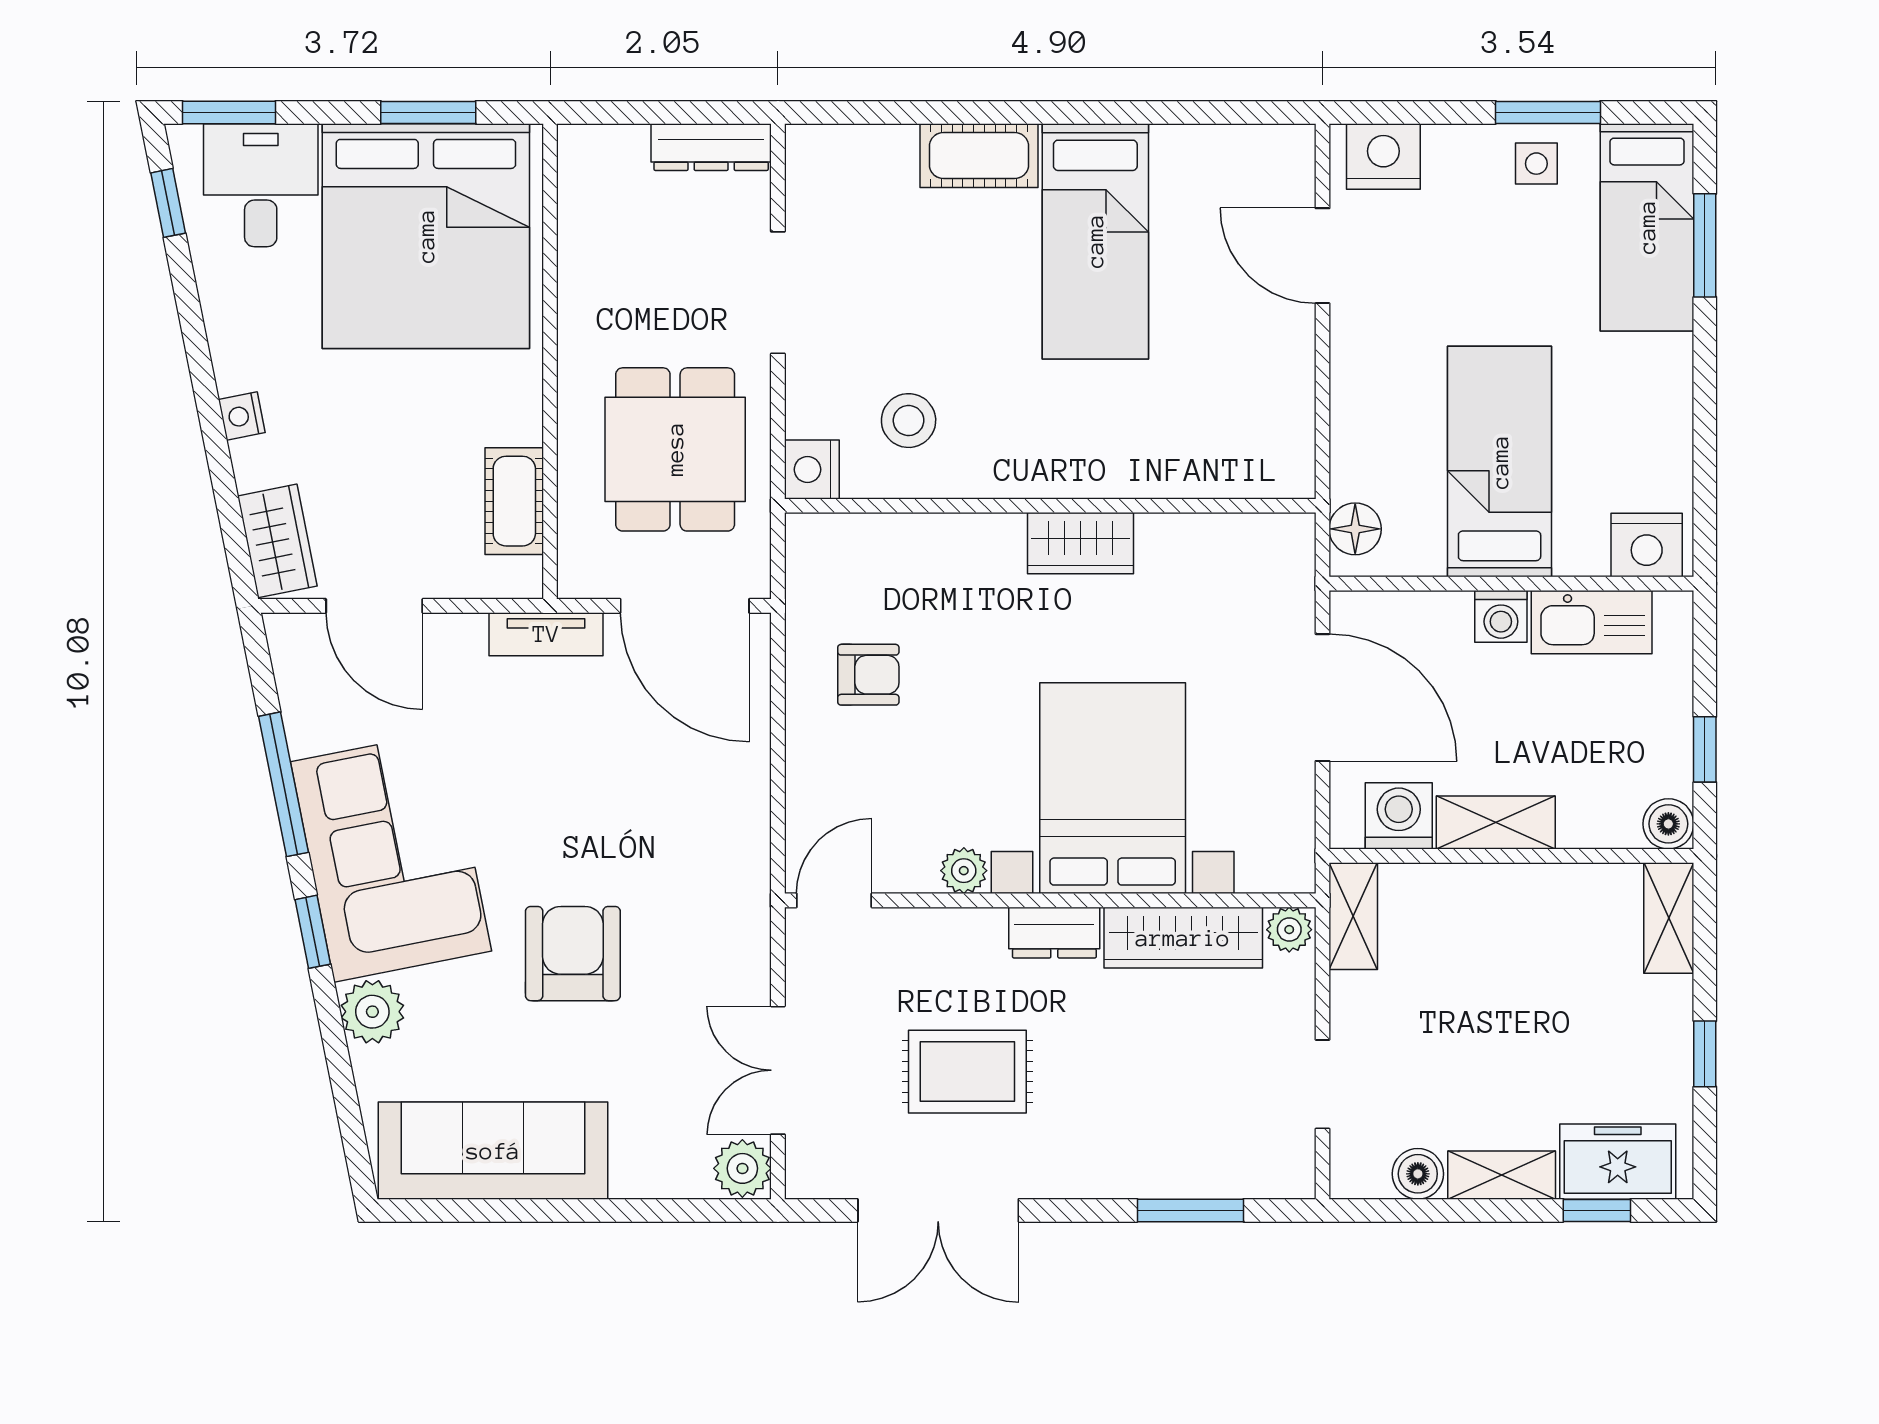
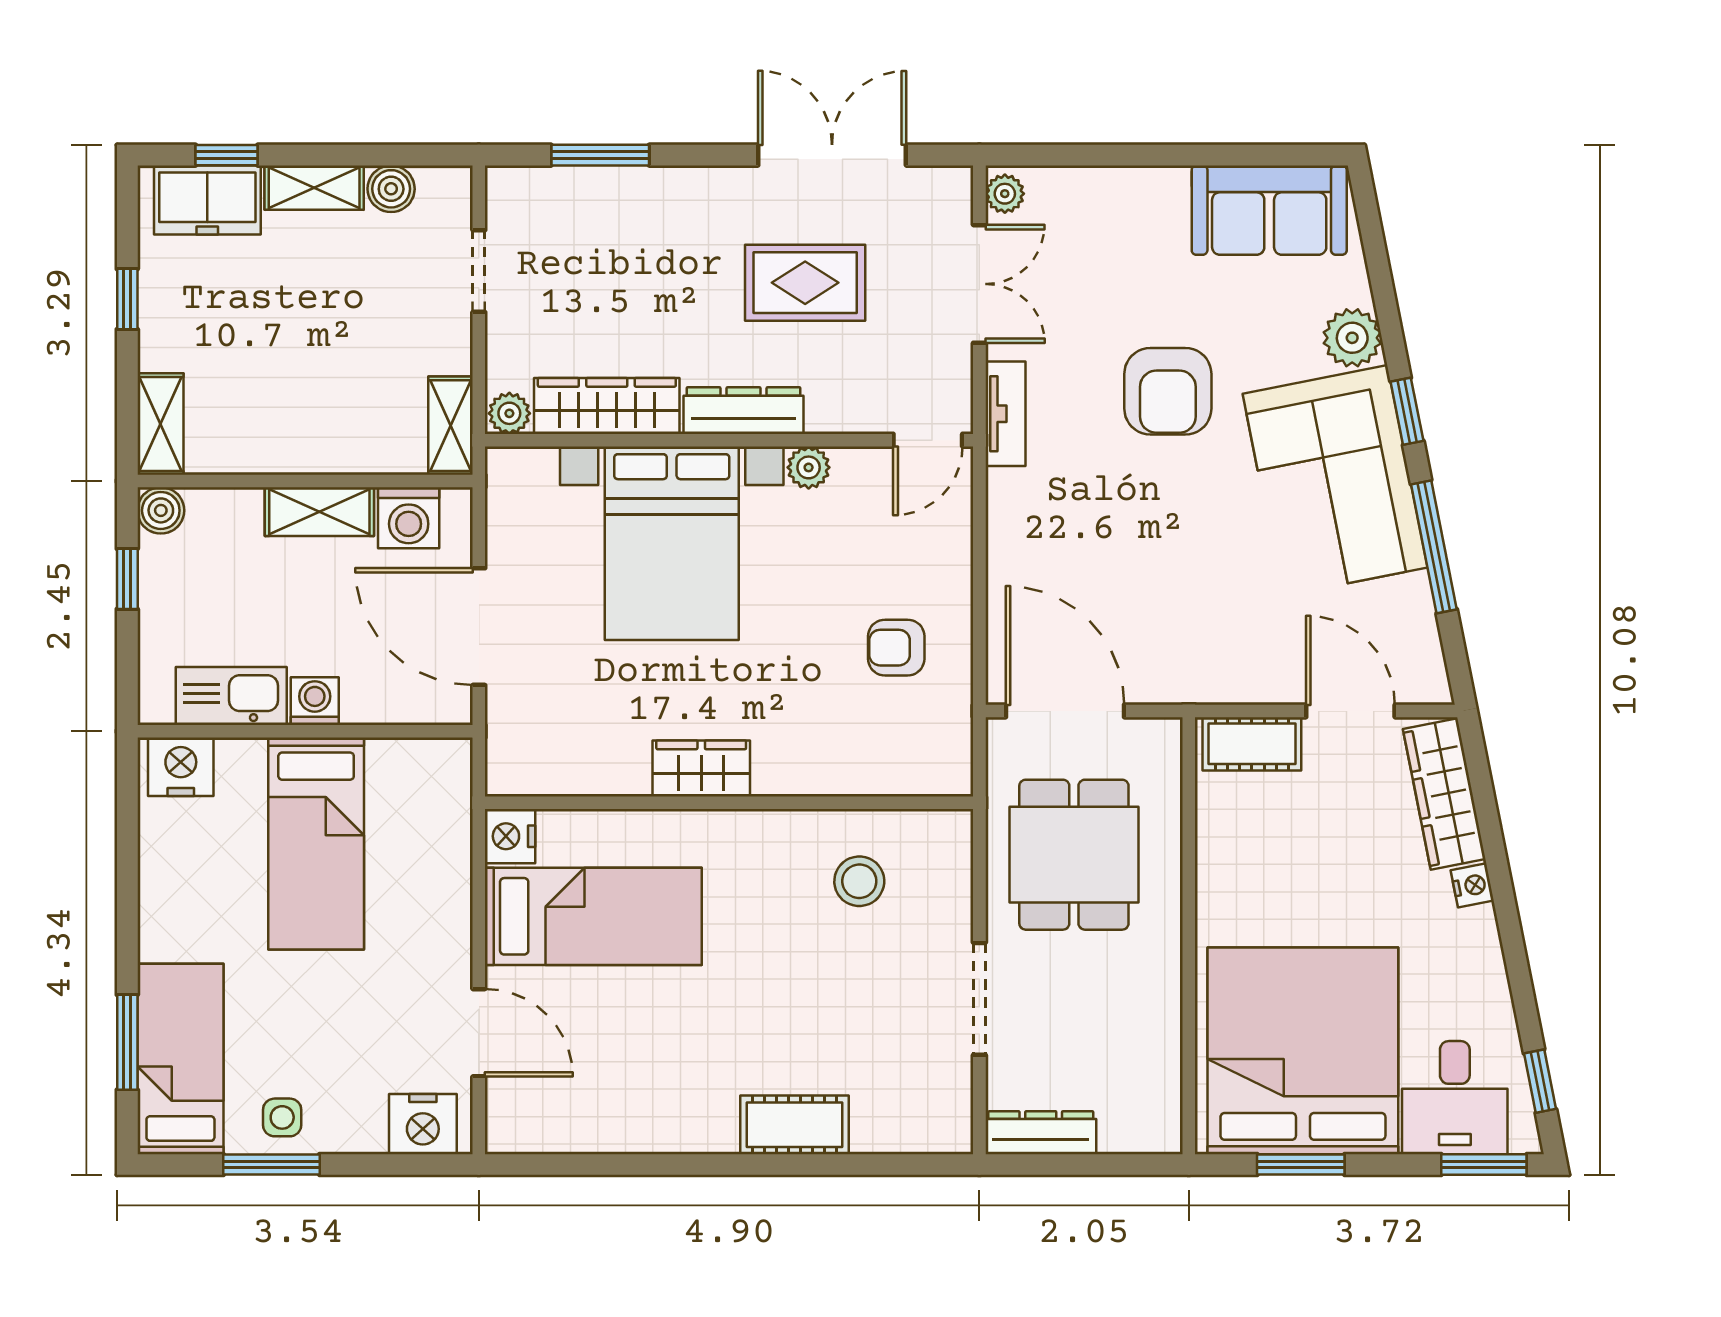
bed: (1095, 241) -> (593, 916), moved, turned 90
nightstand: (812, 470) -> (510, 836), moved, turned 180
cot: (514, 501) -> (1252, 744), moved, turned 90
floor lamp: (1355, 529) -> (449, 782), removed
wardrobe: (277, 541) -> (1444, 794), width x1.50
tv unit: (546, 634) -> (1005, 414), moved, turned 90
dresser: (1054, 933) -> (743, 411), width x1.44
sofa: (493, 1151) -> (1269, 210), width x0.73
plant: (742, 1168) -> (1005, 194), width x0.73, depth x0.73

